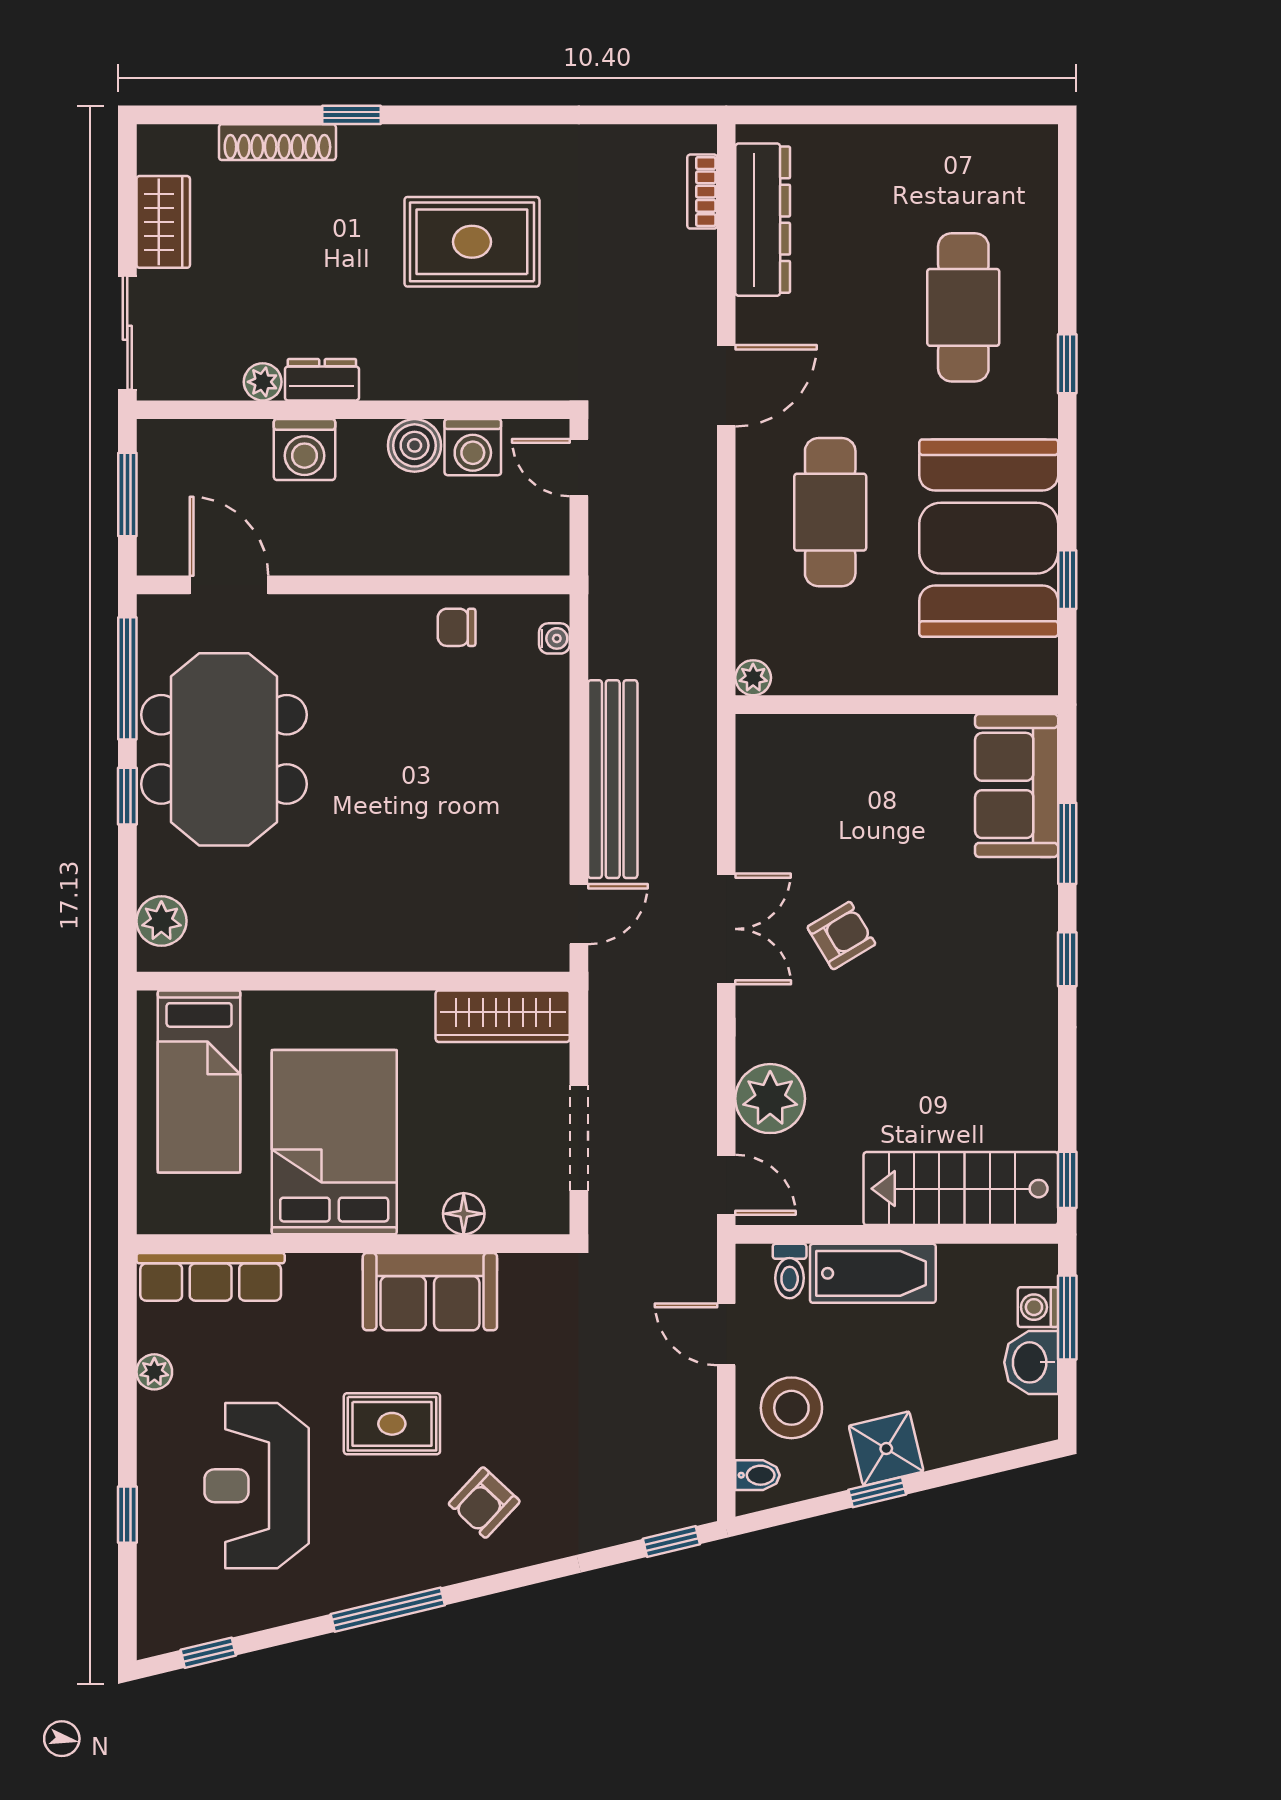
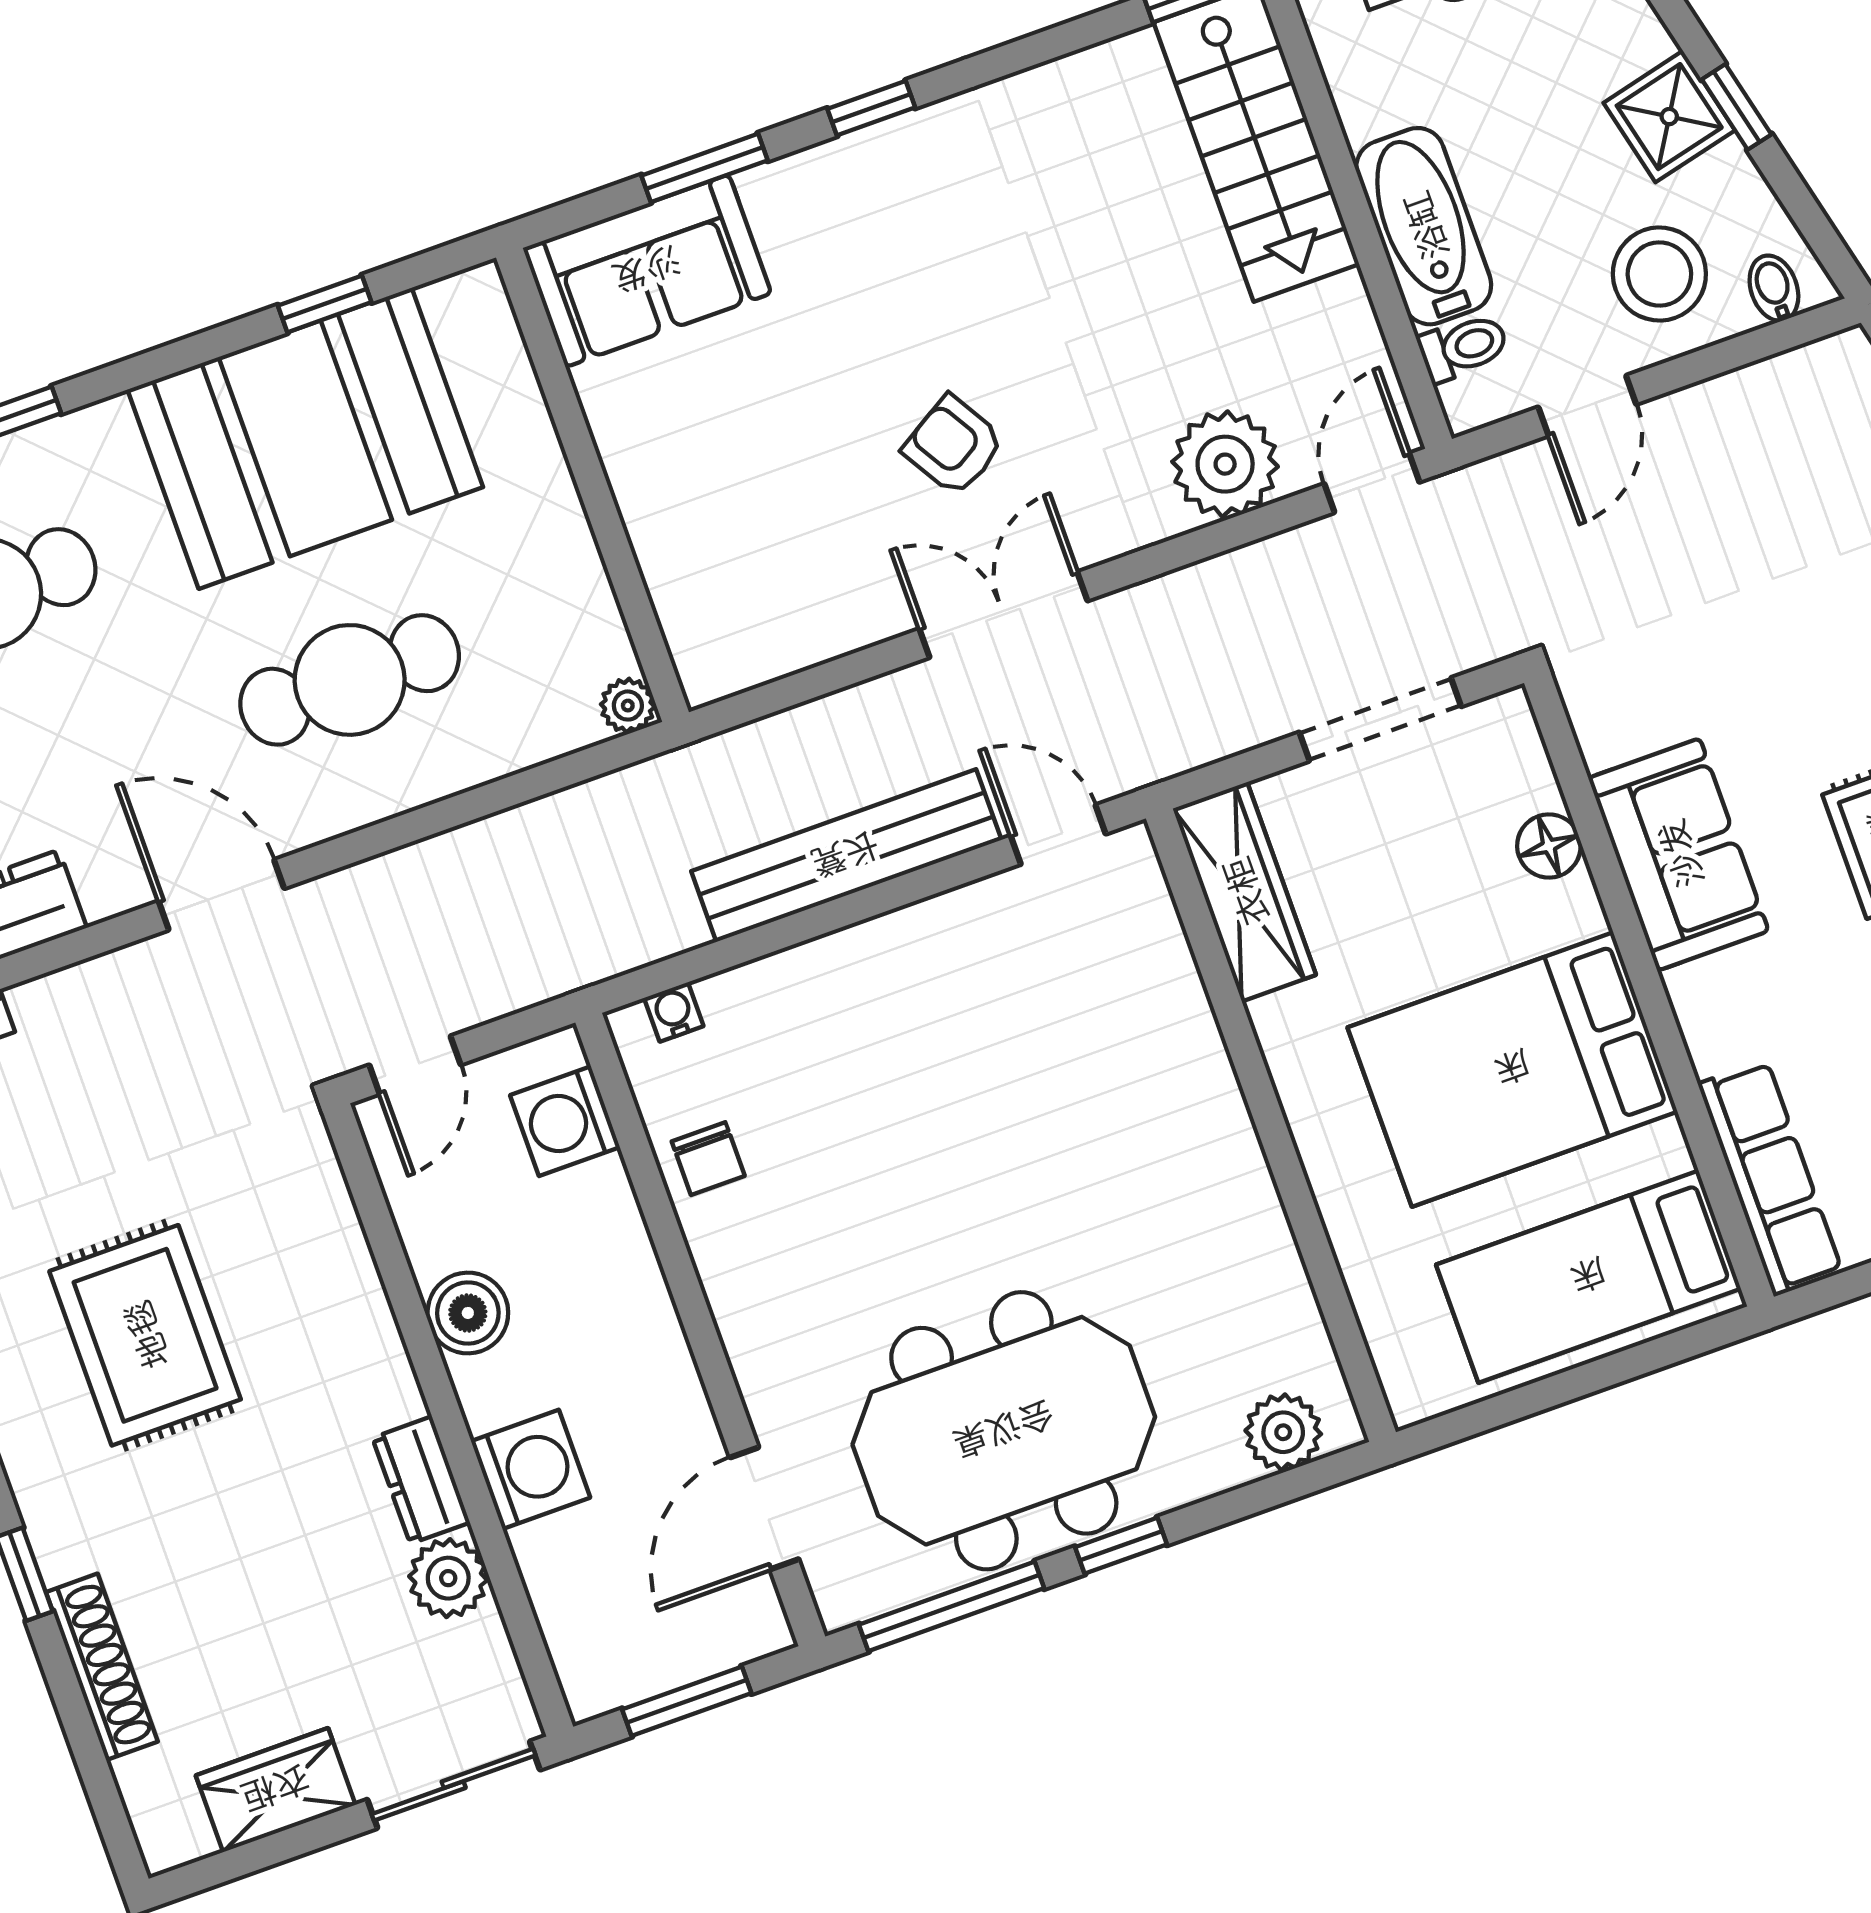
plant: (263, 382) -> (448, 1578), width x1.38, depth x1.38
washing machine: (473, 447) -> (565, 1121), moved, turned 180
bed: (199, 1082) -> (1589, 1277), moved, turned 180

